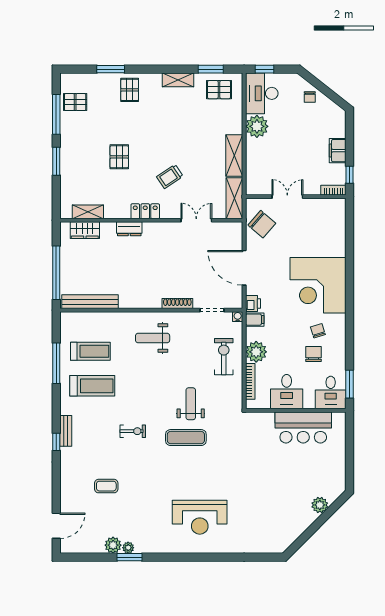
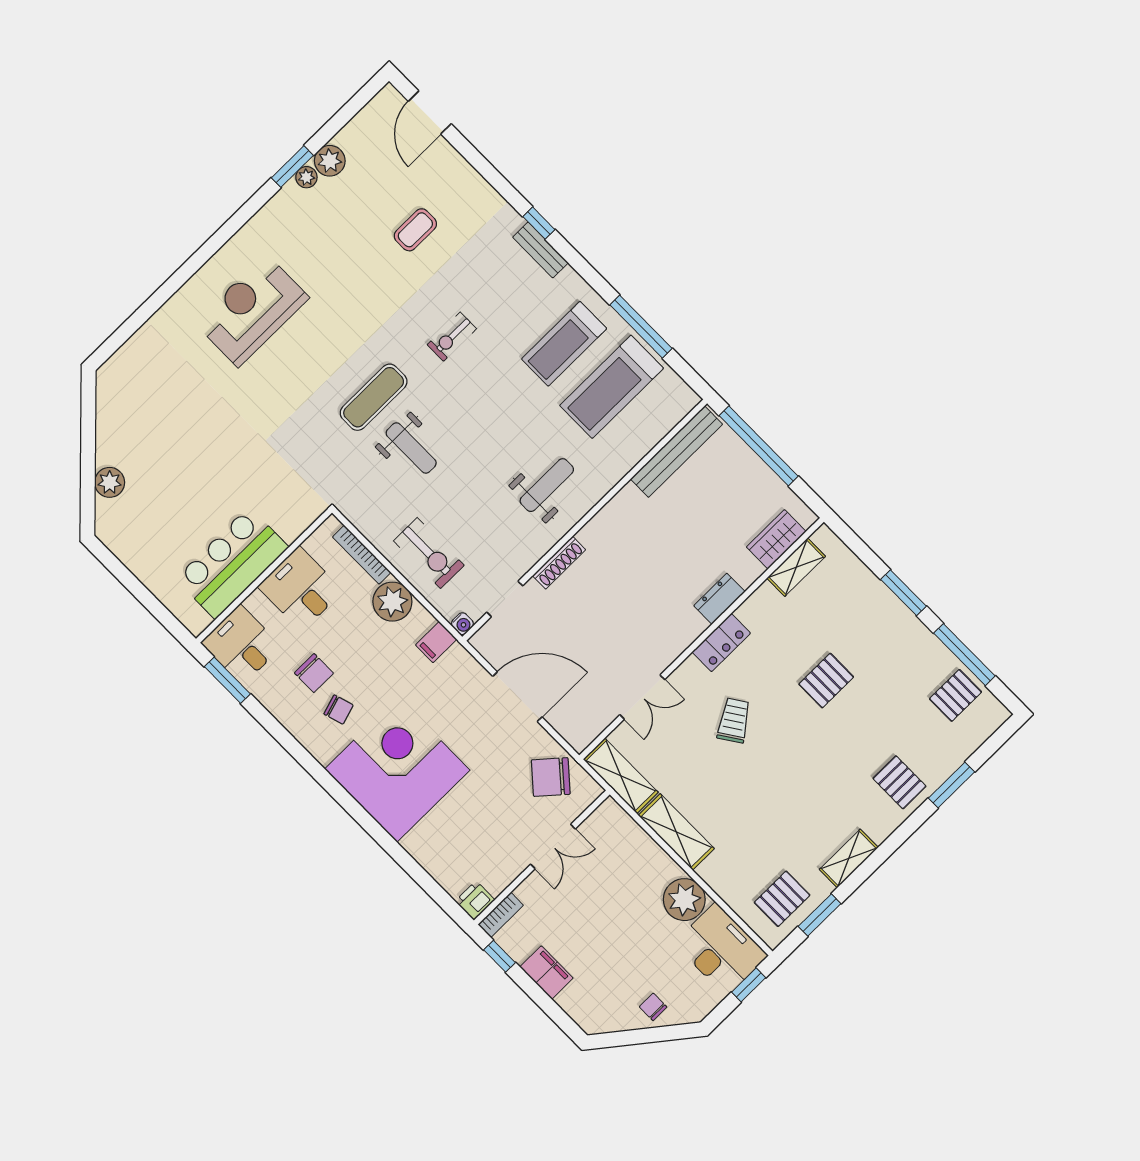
pallet: (119, 157) -> (826, 681), turned 90
printer: (253, 304) -> (475, 900), moved, turned 90
treadmill: (90, 351) -> (612, 387), width x1.37, depth x1.38

